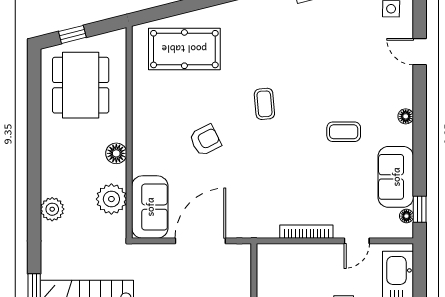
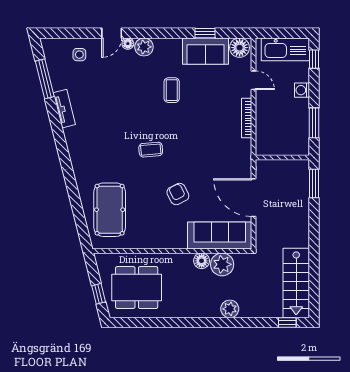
plant: (401, 95) -> (144, 47), added
floor lamp: (406, 116) -> (128, 44), moved
floor lamp: (116, 153) -> (202, 261), moved
sofa: (150, 207) -> (220, 236), width x1.36
window: (420, 209) -> (205, 33), moved
floor lamp: (406, 216) -> (240, 48), width x1.89, depth x1.89

